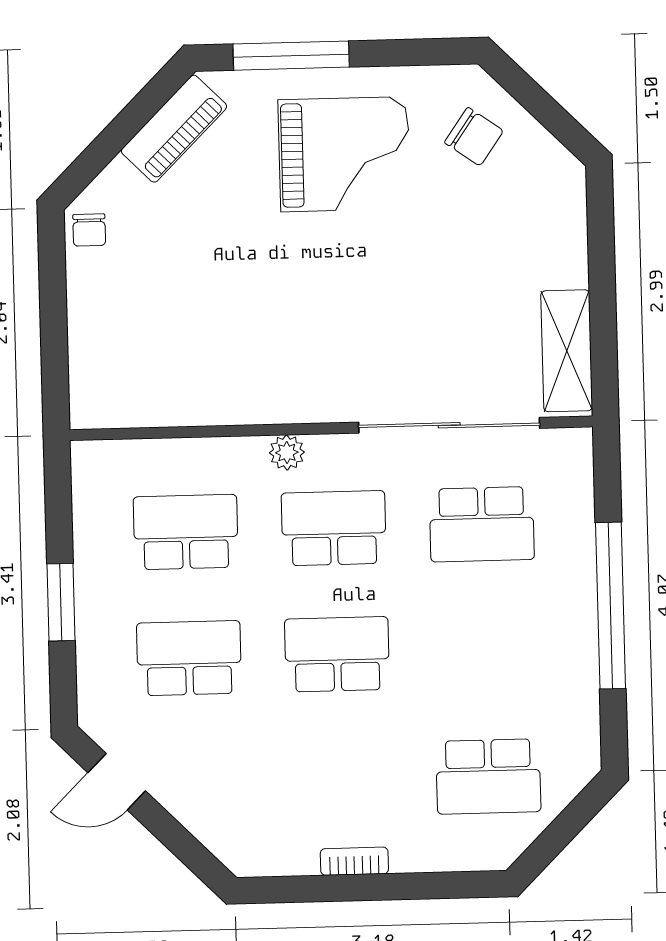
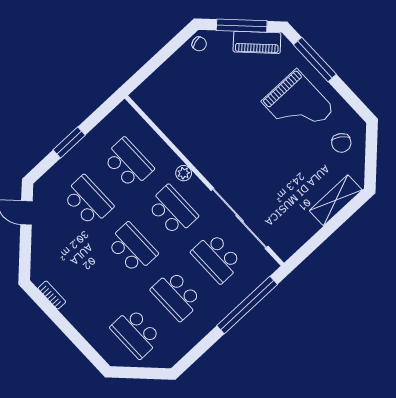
window: (122, 130) -> (242, 26), added
chair: (89, 230) -> (199, 44), turned -105
shelving: (567, 351) -> (336, 200), moved
window: (611, 606) -> (247, 305), moved
school desk: (485, 650) -> (176, 295), added
bookcase: (354, 861) -> (52, 295), moved

